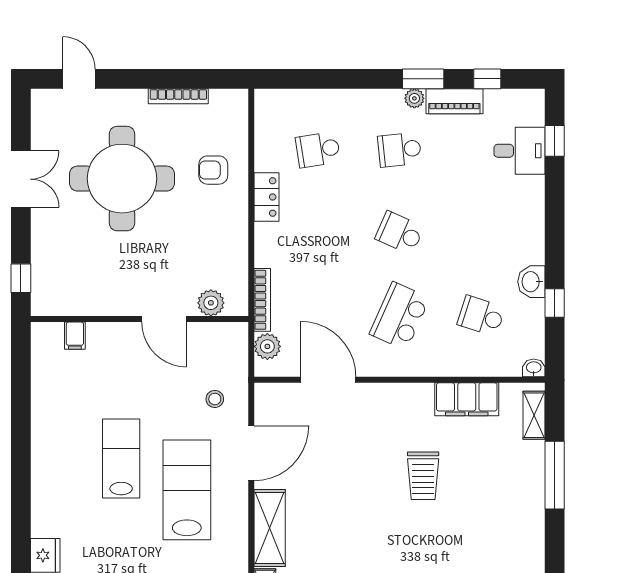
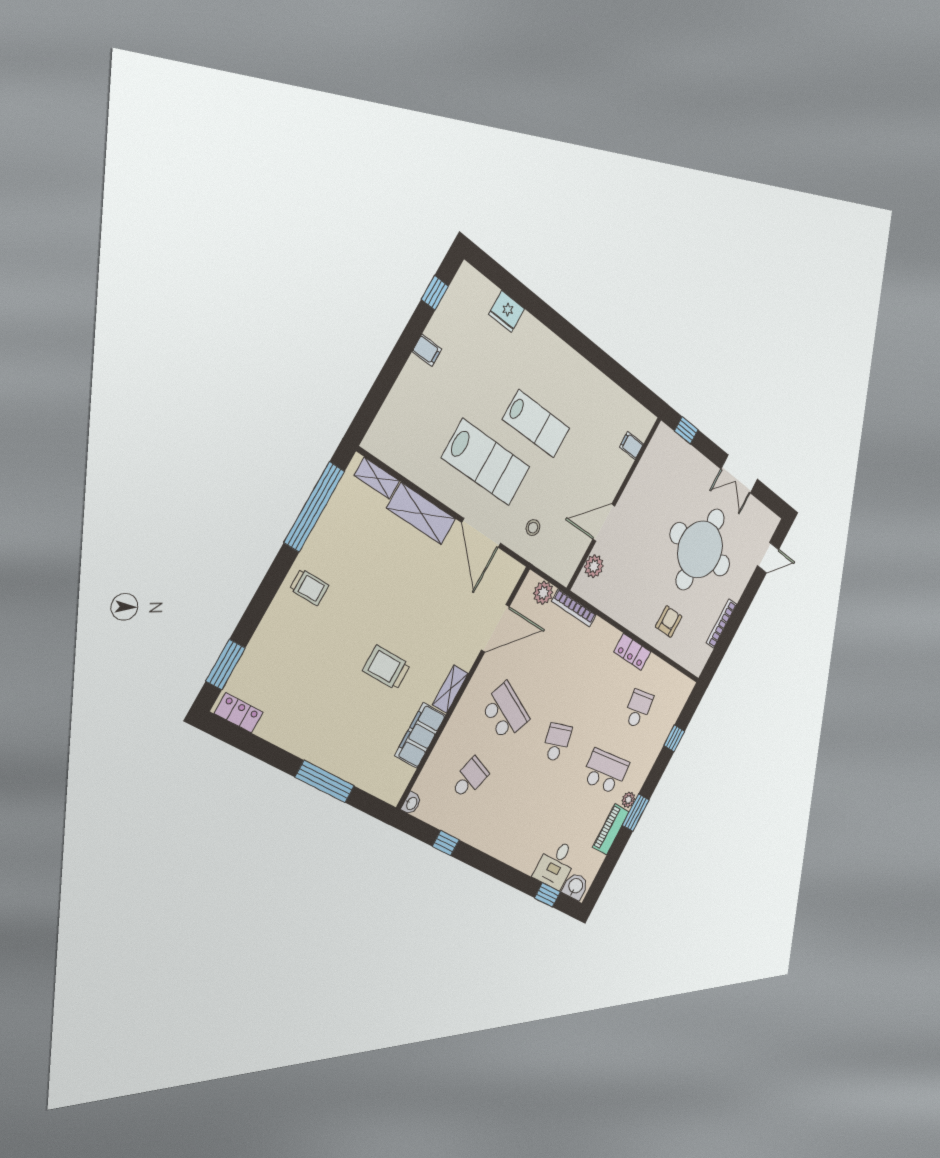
window: (487, 79) -> (674, 738), moved
school desk: (400, 150) -> (605, 771), width x1.85
school desk: (400, 233) -> (557, 742), turned -39
washbasin: (531, 282) -> (575, 886), moved
shelving: (534, 415) -> (450, 689), moved, turned 90

